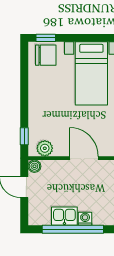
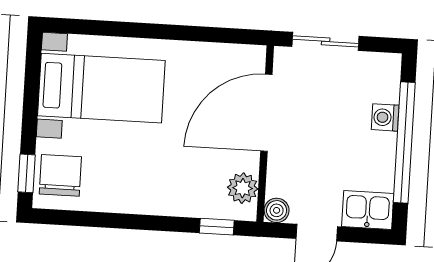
door: (84, 158) -> (266, 113), width x1.36
kitchen sink: (64, 216) -> (368, 210), moved, turned 90

